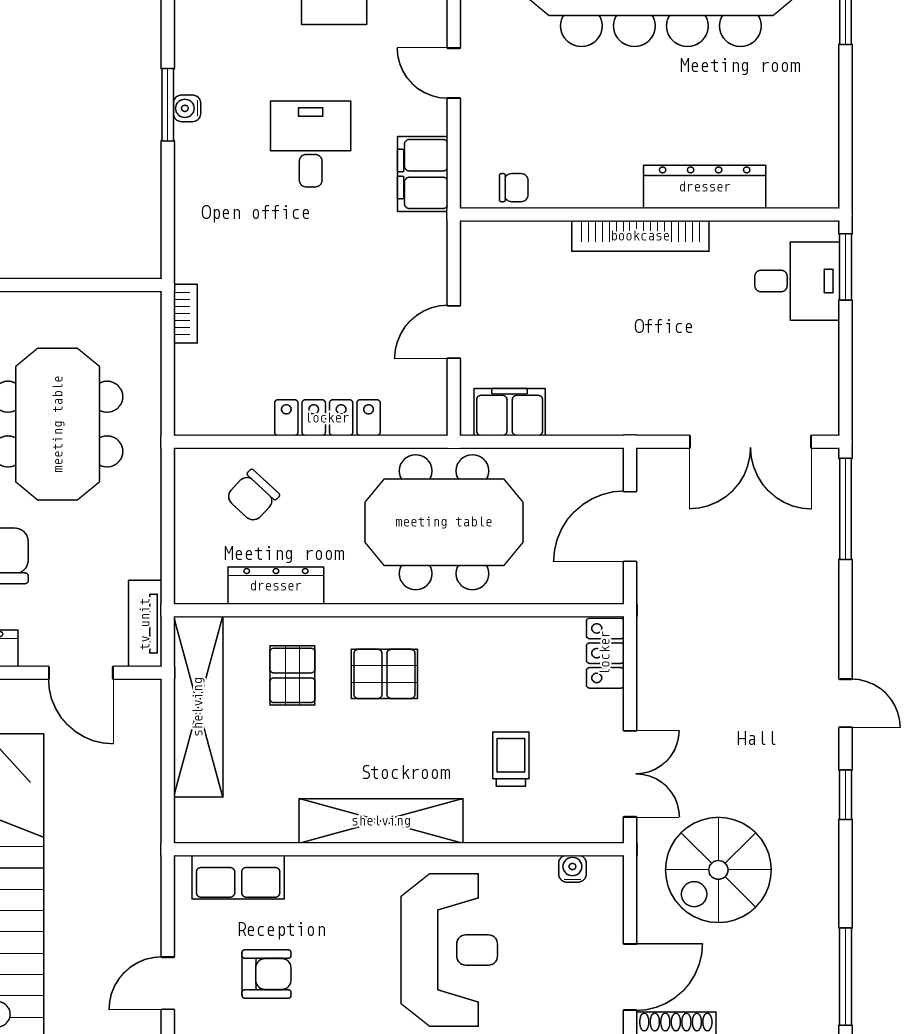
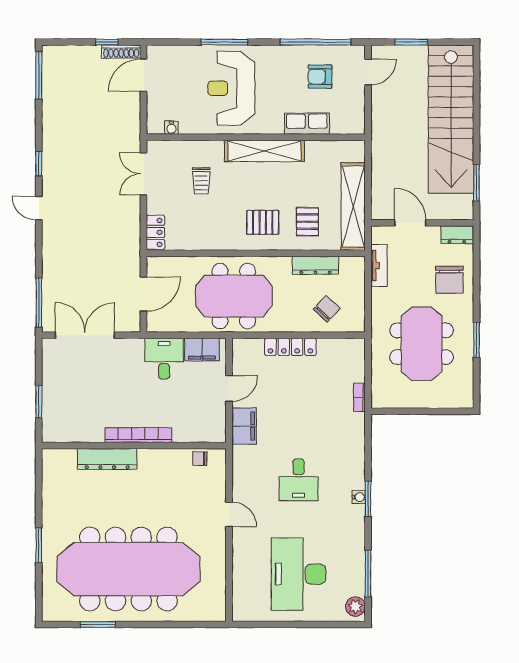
filing cabinet: (423, 174) -> (244, 426), moved
window: (845, 267) -> (39, 402), moved
desk: (797, 281) -> (164, 359), moved, turned 90
tv unit: (145, 624) -> (379, 265), moved
spiral stairs: (718, 870) -> (100, 127), removed
row of seats: (238, 877) -> (307, 124), moved

